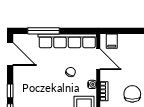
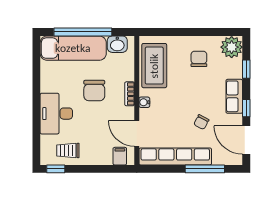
chair: (71, 72) -> (201, 122), moved
row of seats: (20, 89) -> (234, 96), added
window: (10, 91) -> (246, 108), moved

